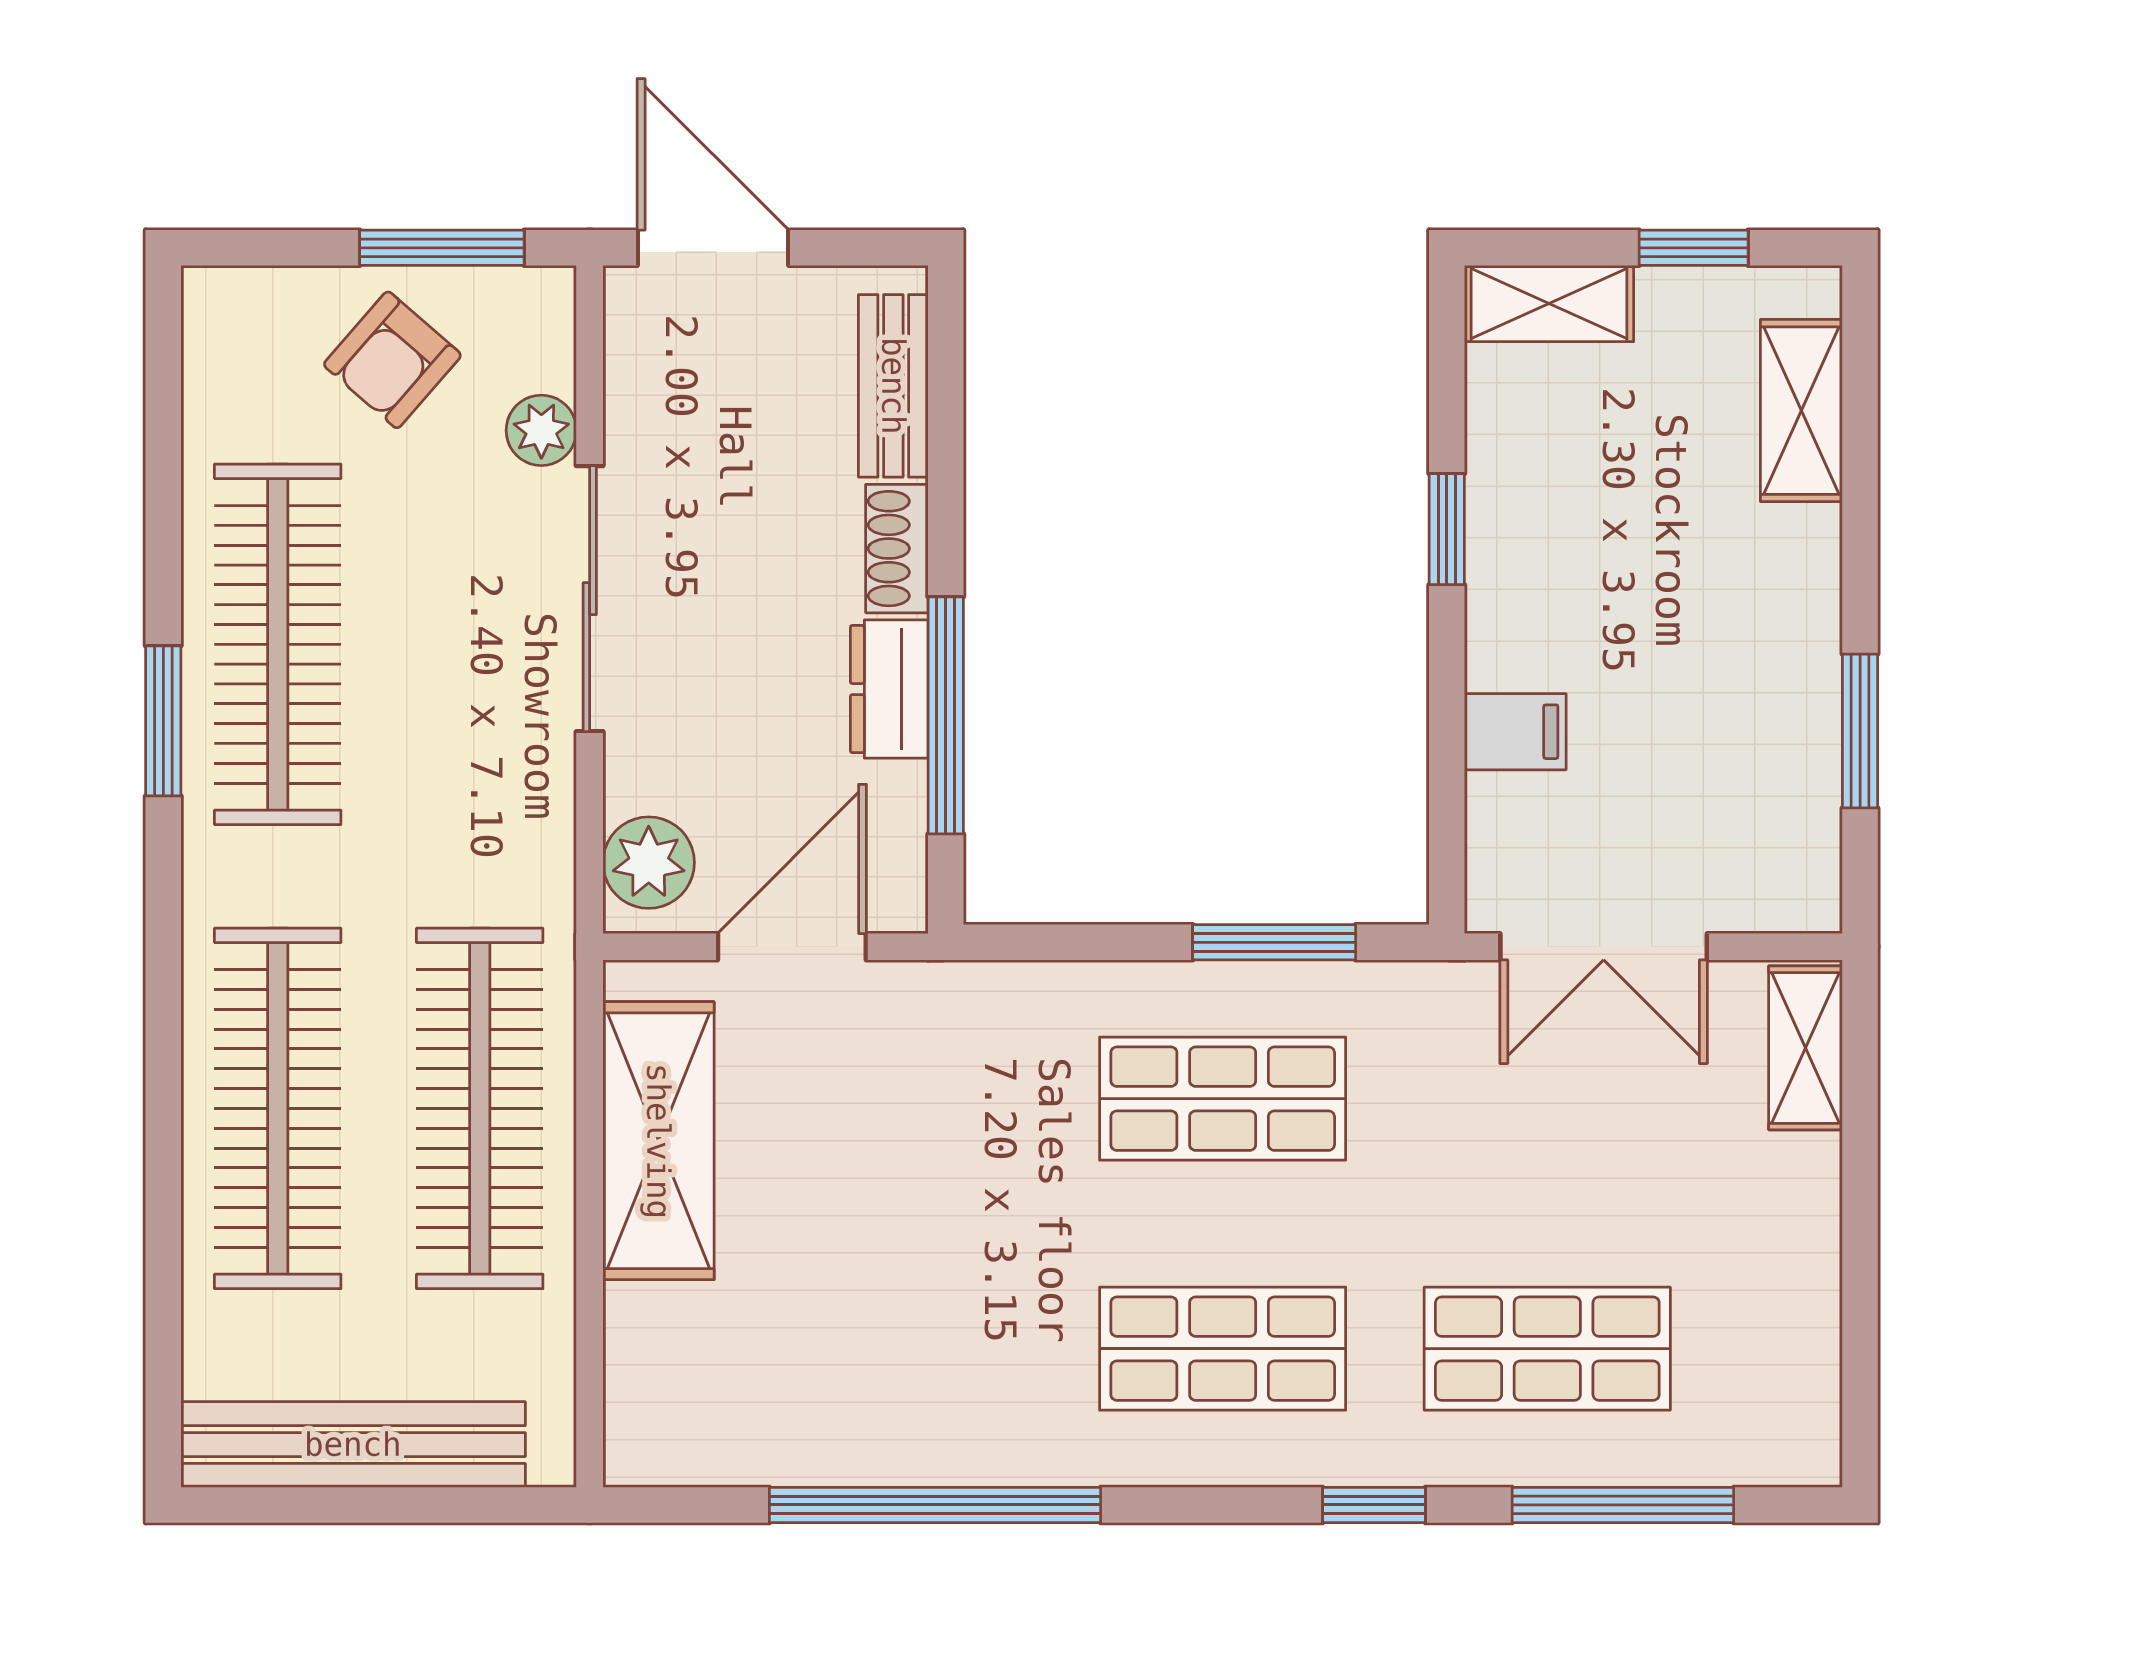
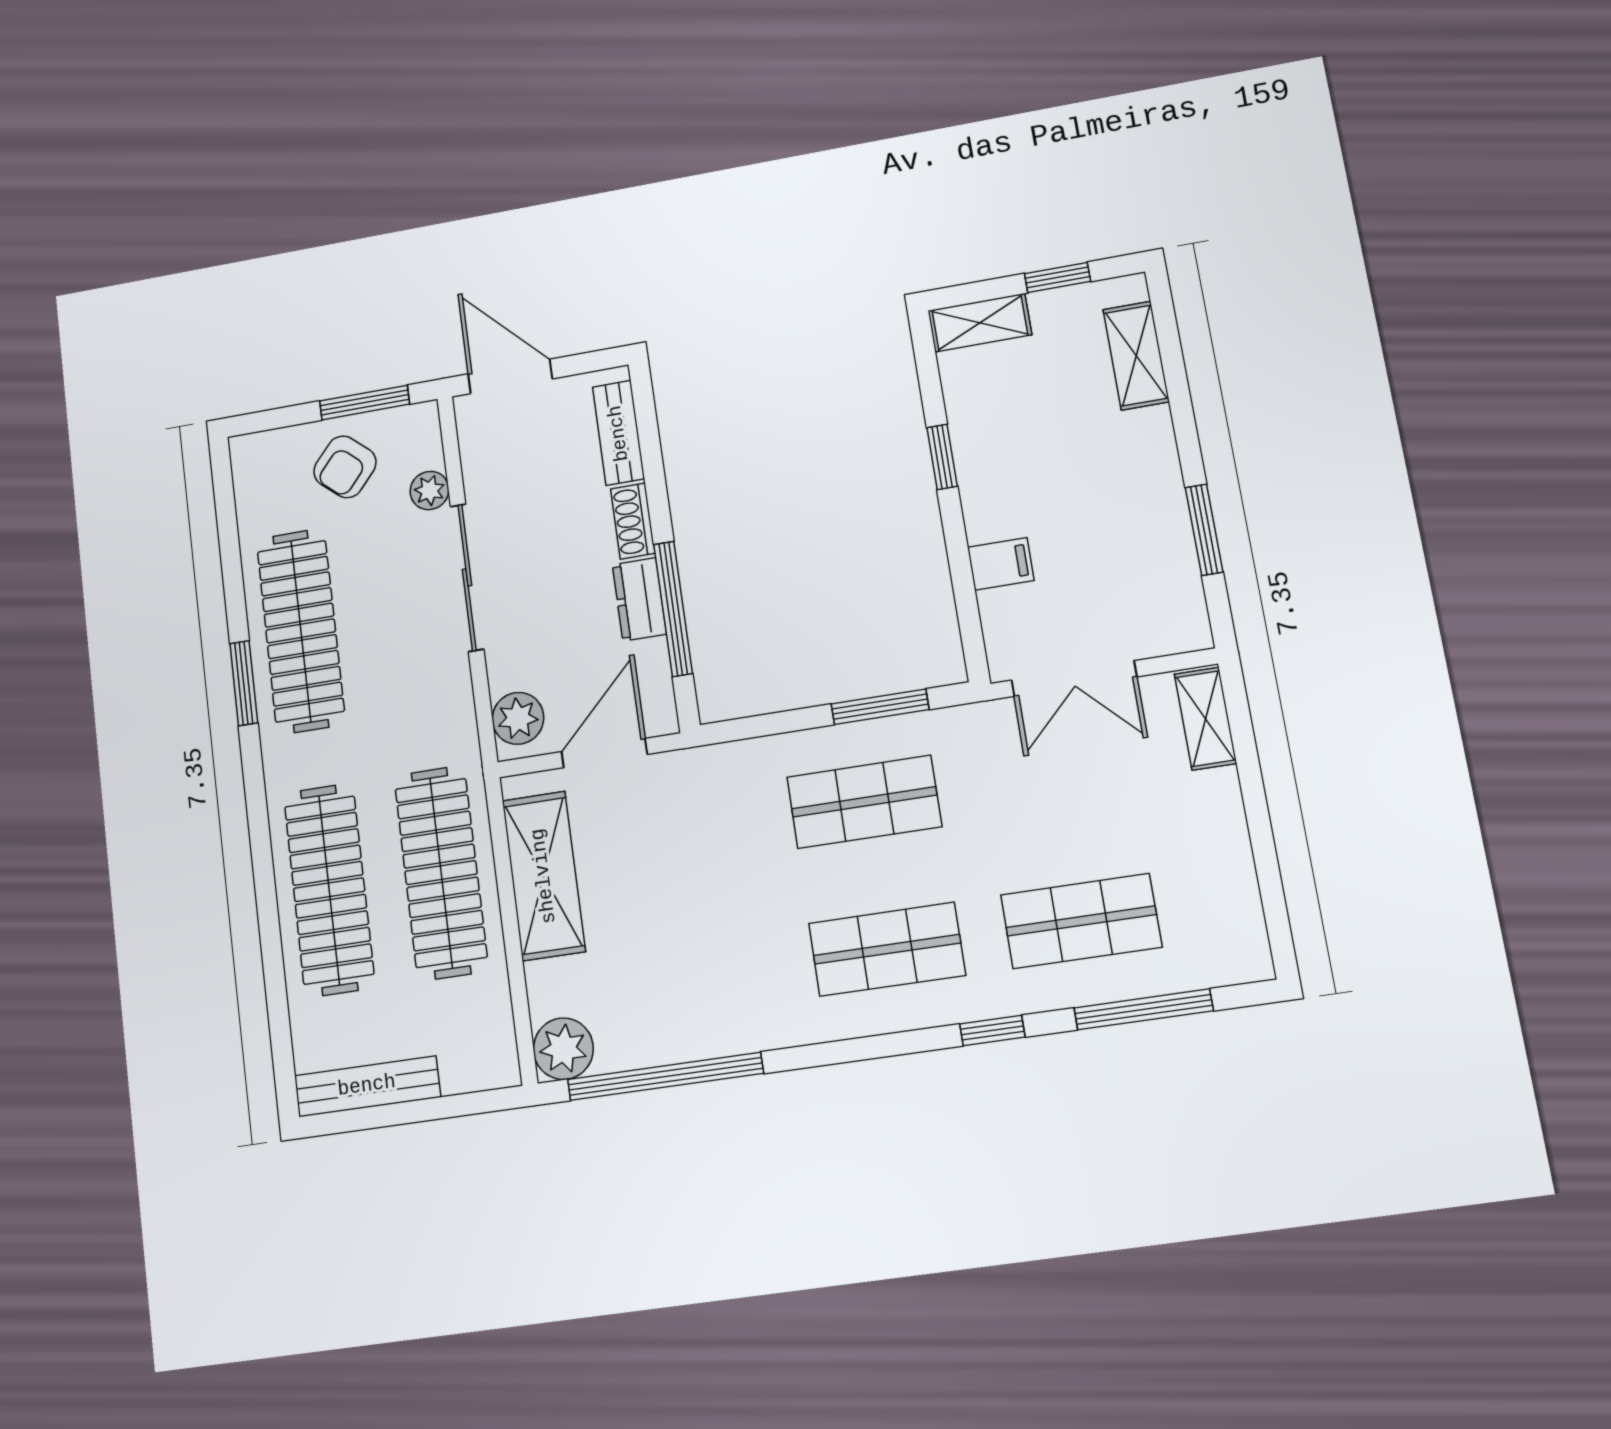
plant: (654, 1436) -> (563, 1049), added
bench: (353, 1445) -> (367, 1086), width x0.73, depth x0.82
window: (935, 1505) -> (665, 1076), moved

